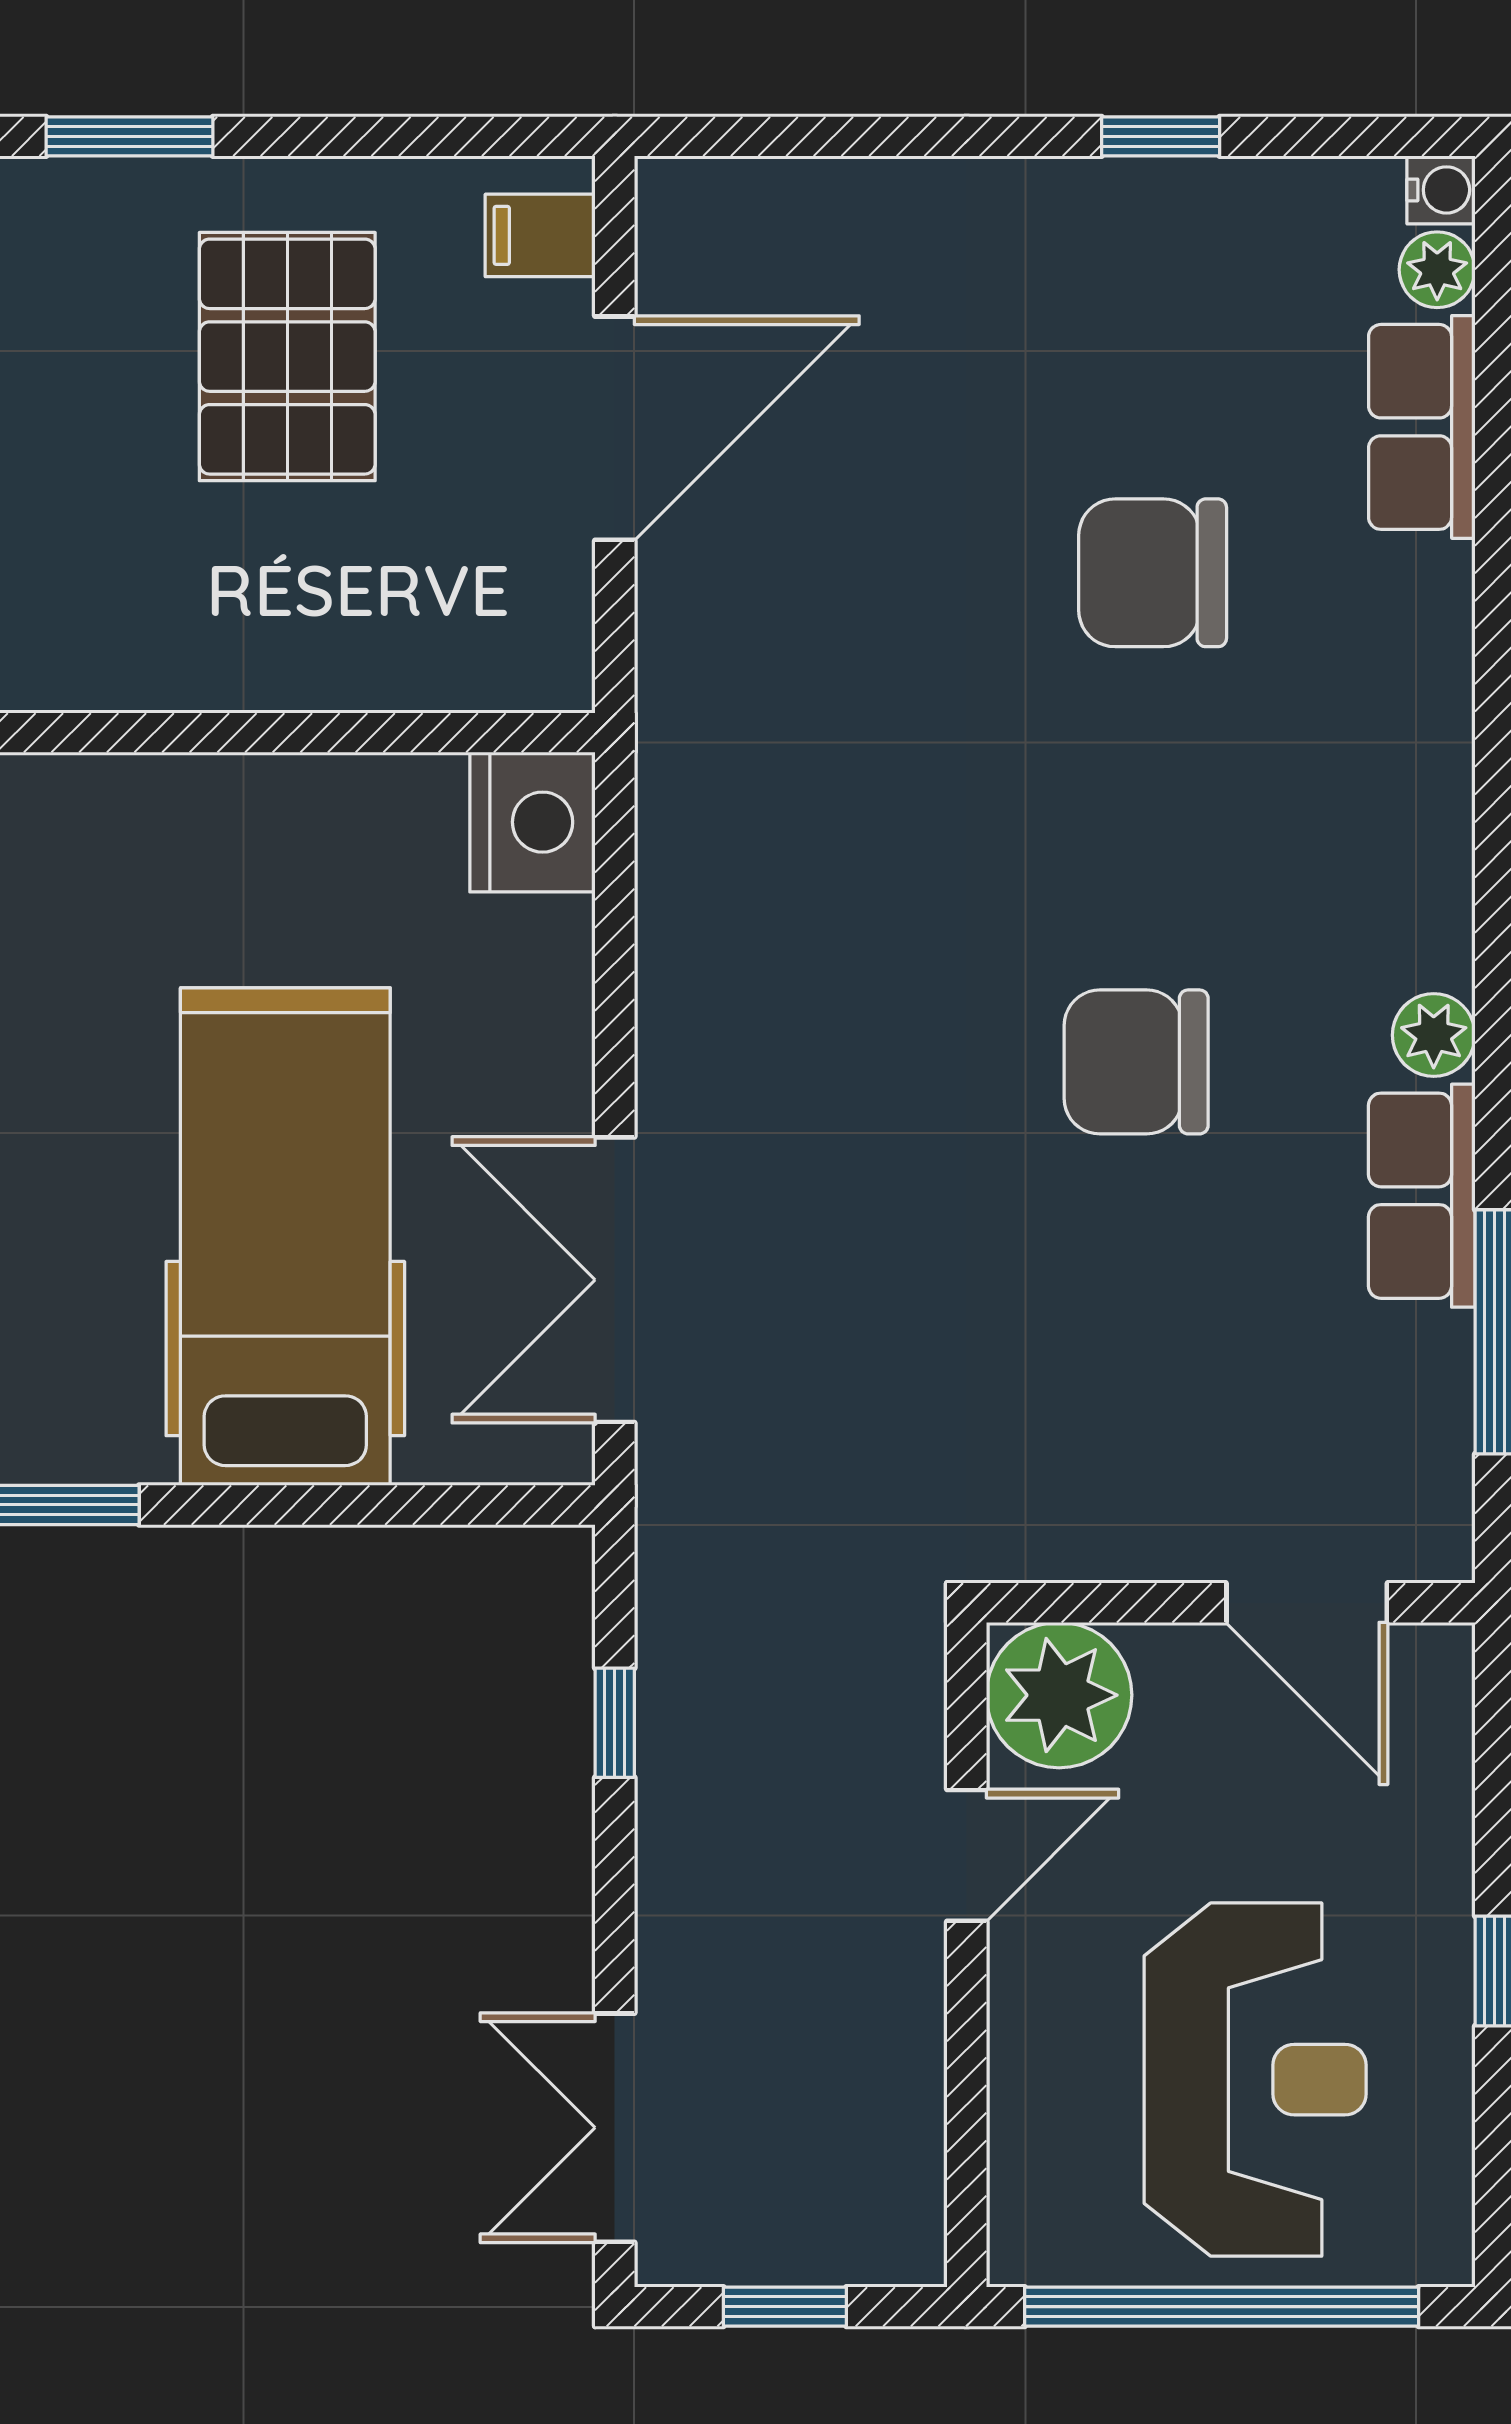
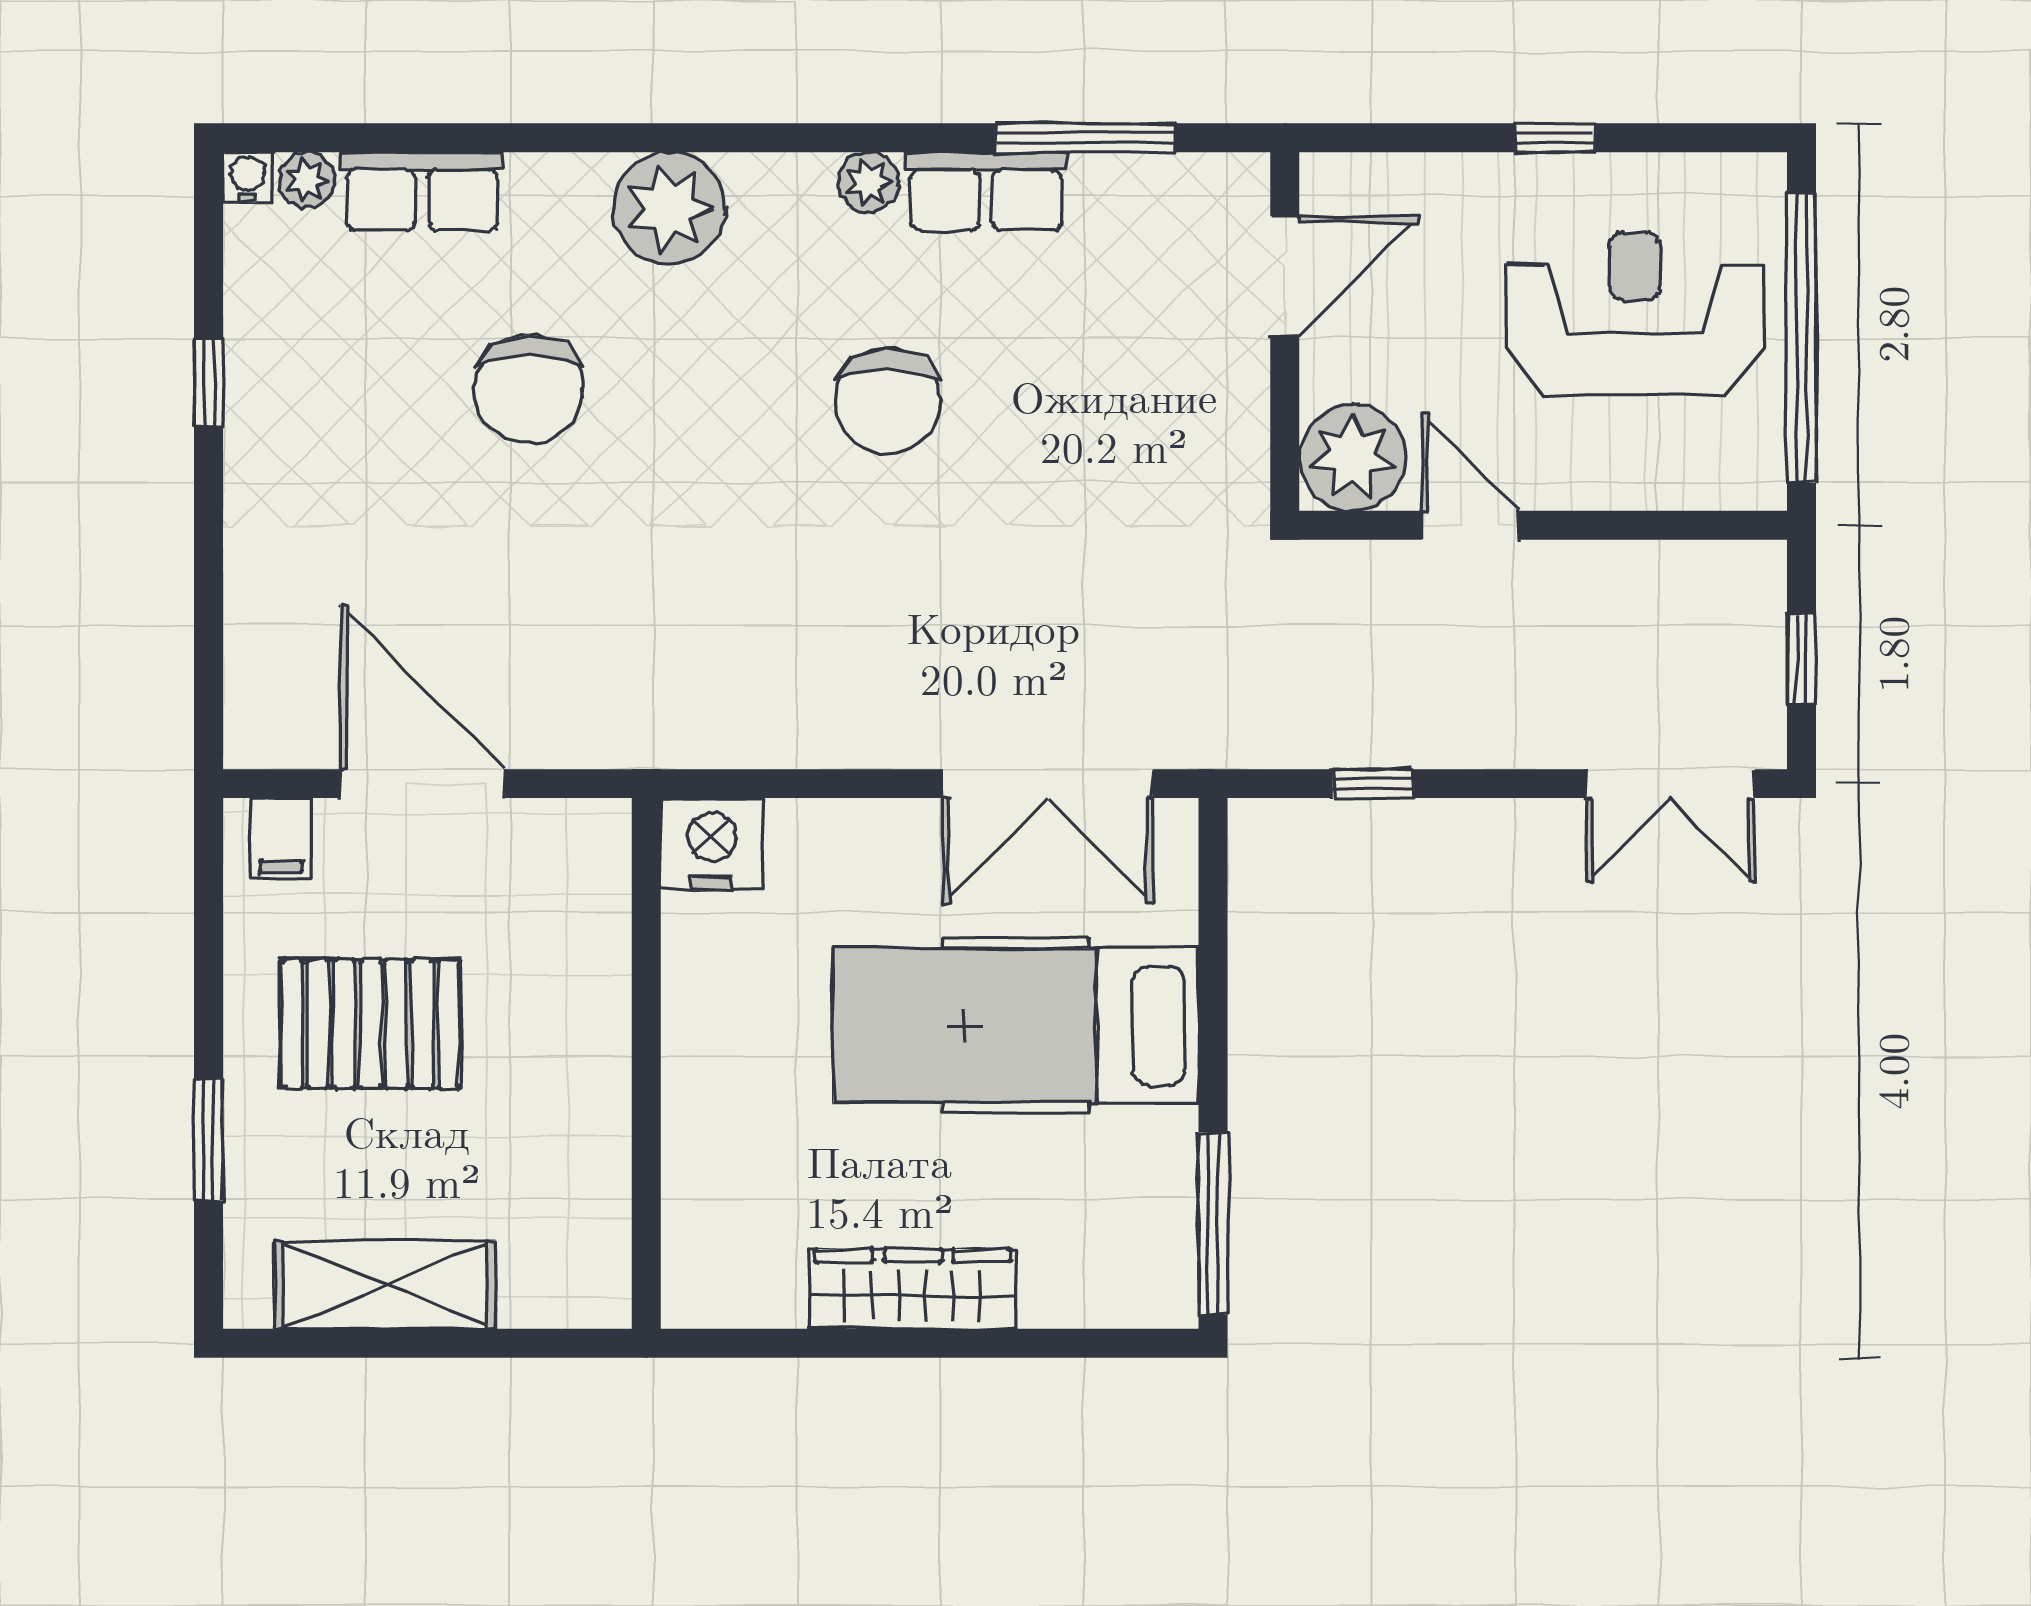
plant: (1399, 764) -> (669, 208), added

